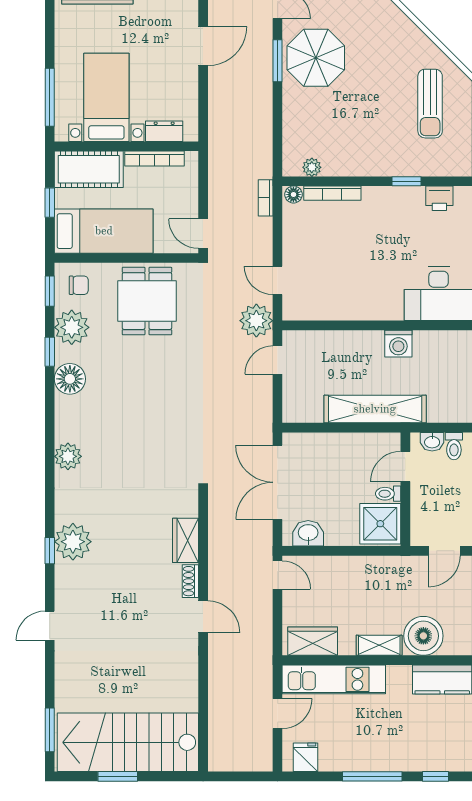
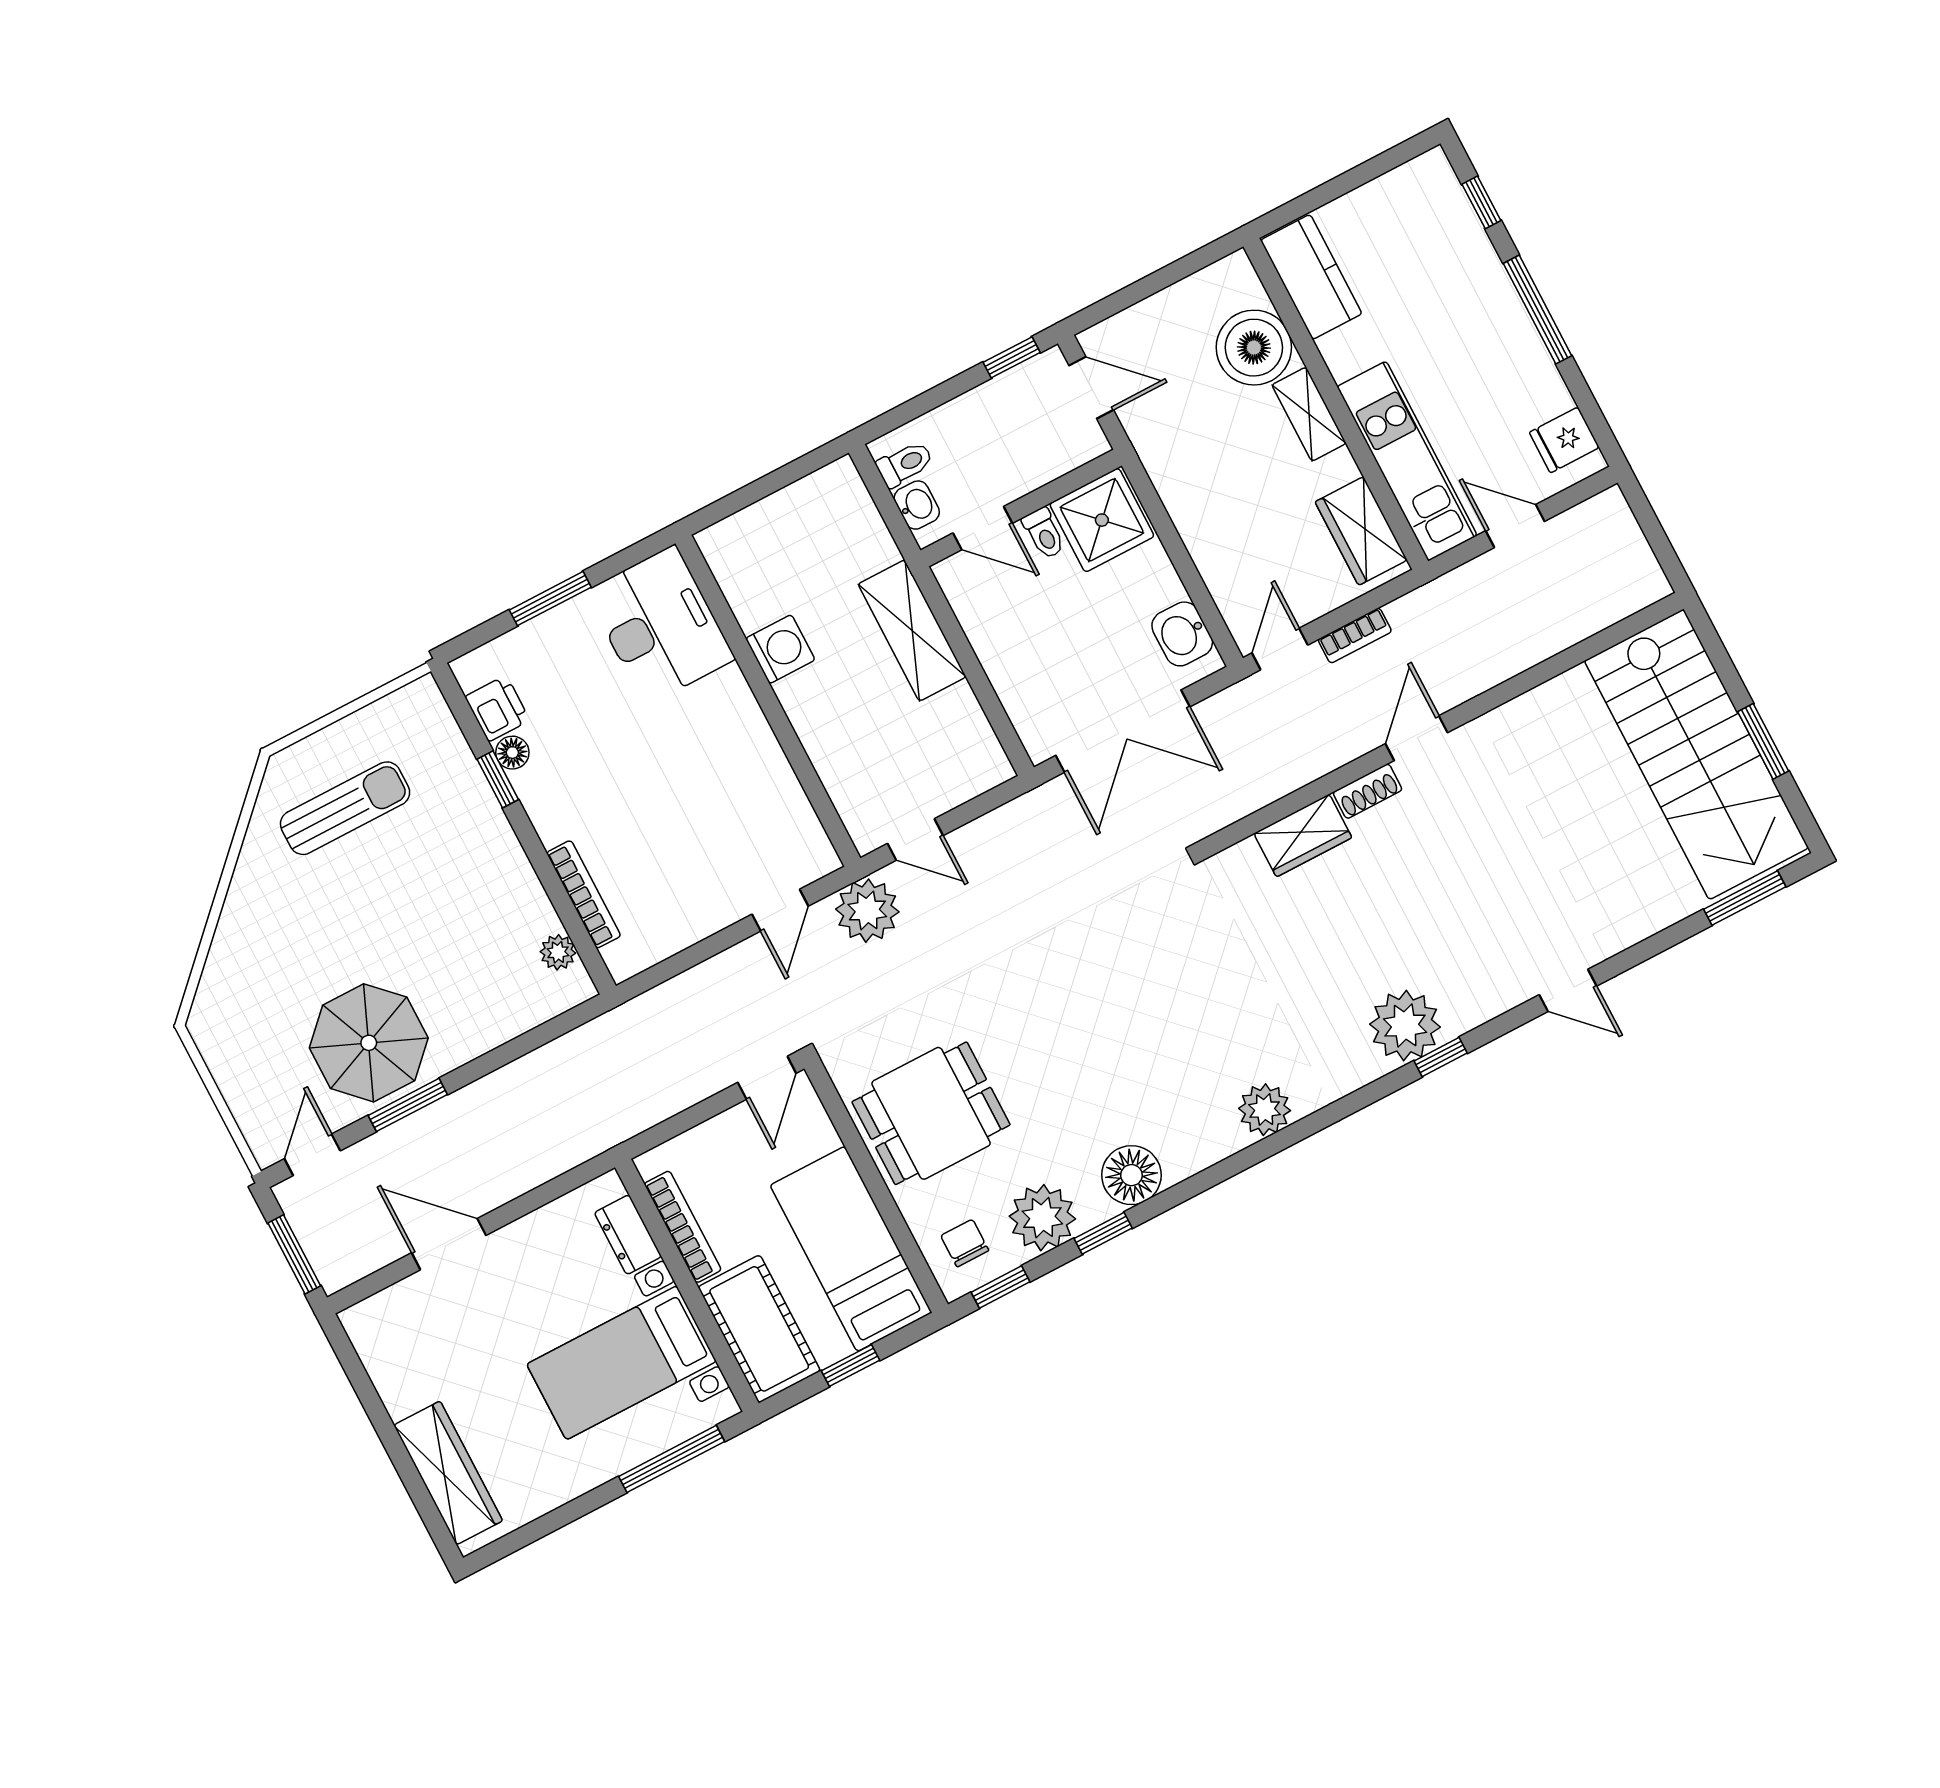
floor lamp: (293, 195) -> (512, 753), moved
bookcase: (266, 198) -> (1355, 636), moved
shelving: (375, 409) -> (912, 630), width x0.68

